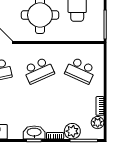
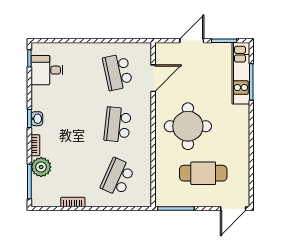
school desk: (39, 71) -> (118, 125), turned 30
plant: (98, 123) -> (52, 199), removed
washbasin: (34, 132) -> (37, 119), width x0.52, depth x0.69

